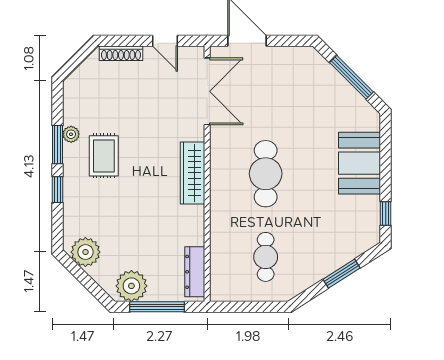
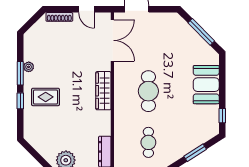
rug: (104, 156) -> (46, 97), moved, turned 90
plant: (85, 252) -> (37, 139), removed

